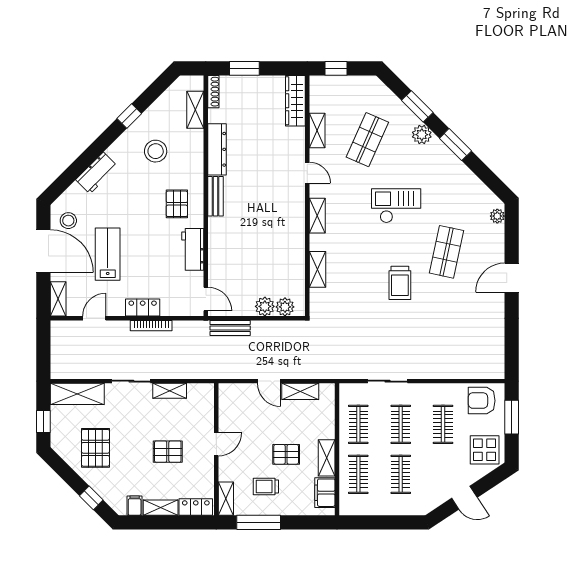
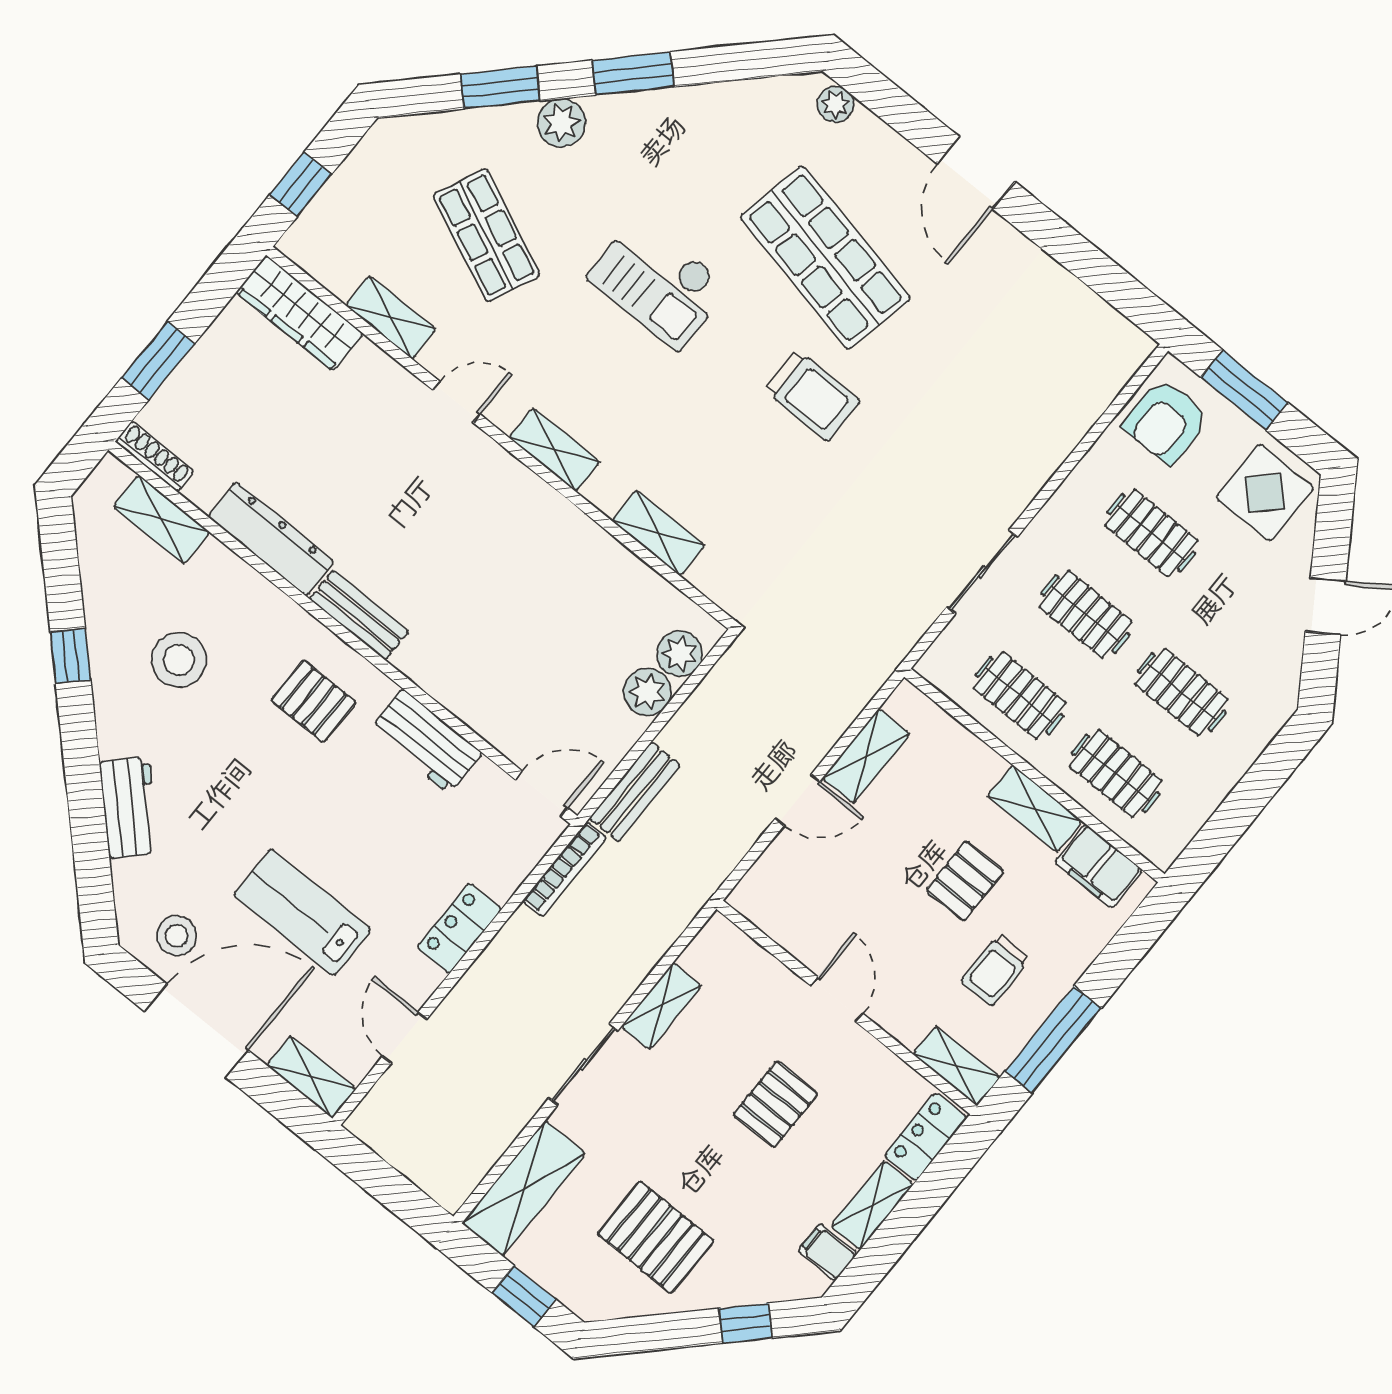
checkout: (396, 206) -> (658, 283), turned -90
shop shelf: (447, 252) -> (825, 258), width x1.43, depth x1.36
bookcase: (151, 326) -> (565, 869), moved

